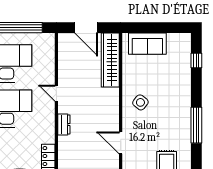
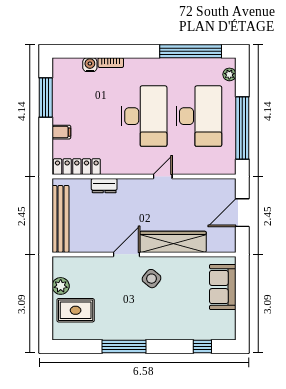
wardrobe: (110, 60) -> (173, 242), moved
dresser: (64, 125) -> (104, 186), moved
door: (121, 143) -> (126, 254), moved

